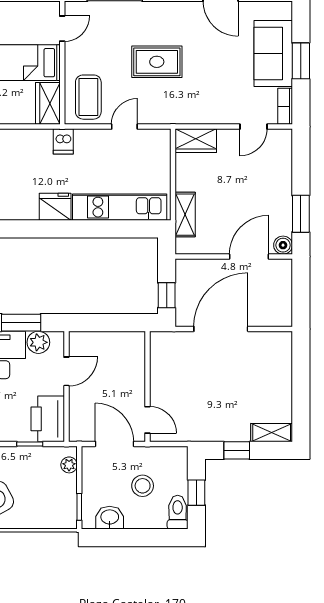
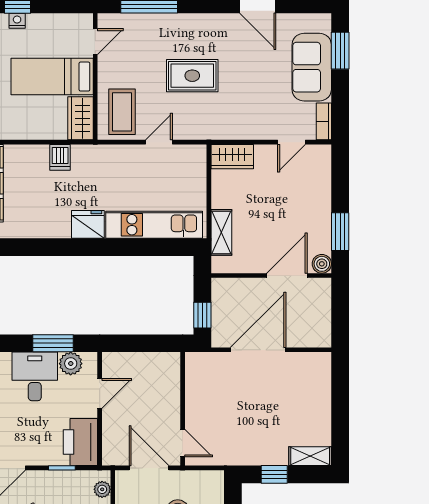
window: (301, 61) -> (340, 51), moved
dishwasher: (63, 141) -> (60, 157), moved

